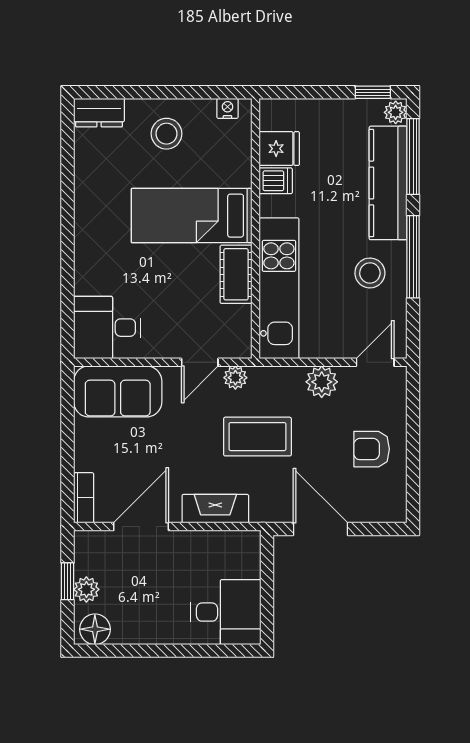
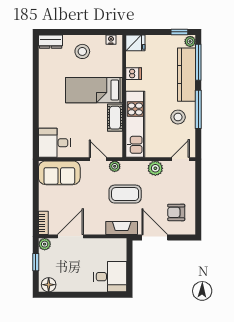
fridge: (279, 149) -> (135, 43), moved
door: (200, 362) -> (98, 159), swing flipped
armchair: (372, 449) -> (176, 212), moved
fireplace: (215, 509) -> (122, 228), moved
plant: (86, 589) -> (45, 244), moved

